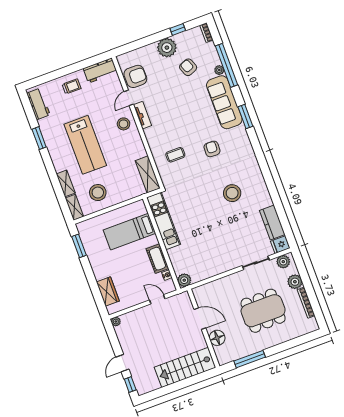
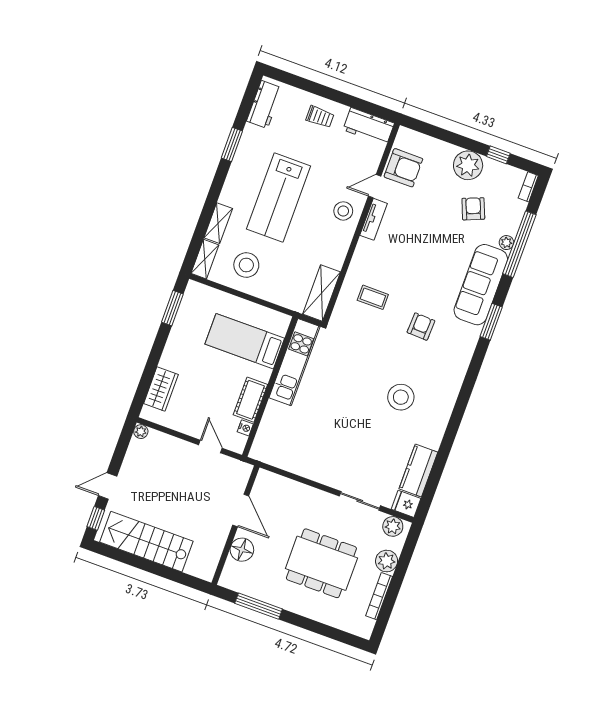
plant: (184, 280) -> (260, 451), removed
stairs: (185, 367) -> (146, 542), moved

